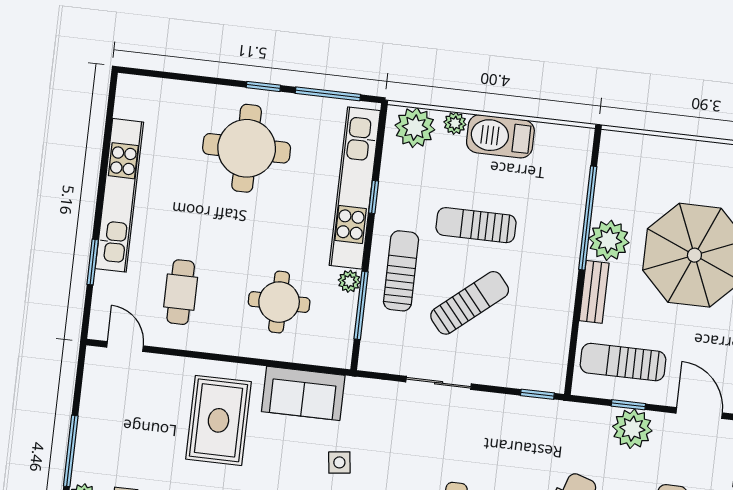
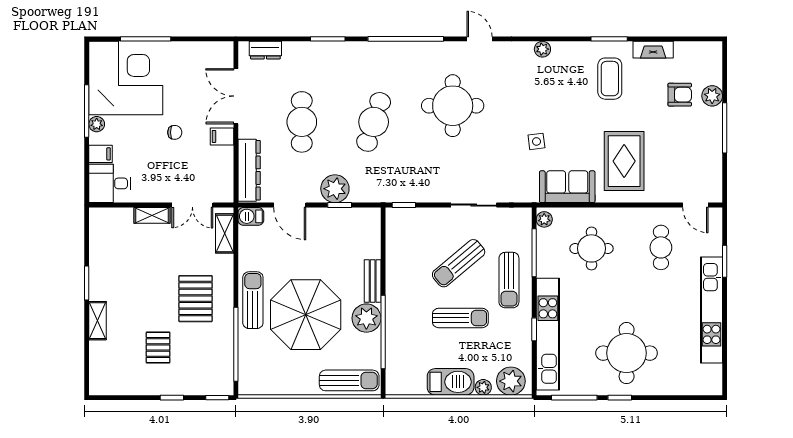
plant: (349, 281) -> (544, 219), moved
sun lounger: (623, 362) -> (349, 380), moved

